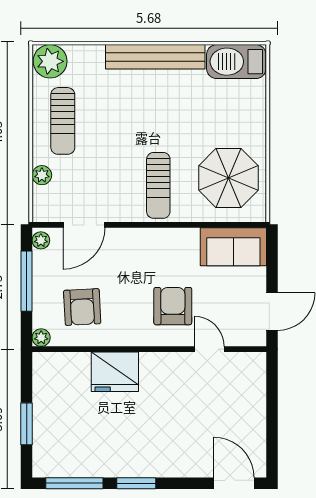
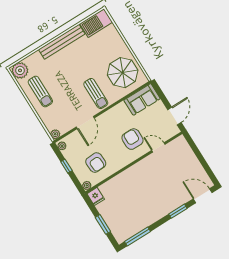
plant: (42, 175) -> (55, 134), moved
door: (84, 225) -> (85, 122), moved
window: (27, 281) -> (66, 166), width x0.46
fridge: (115, 372) -> (96, 196), moved, width x0.53, depth x0.75
window: (136, 483) -> (178, 211), moved

